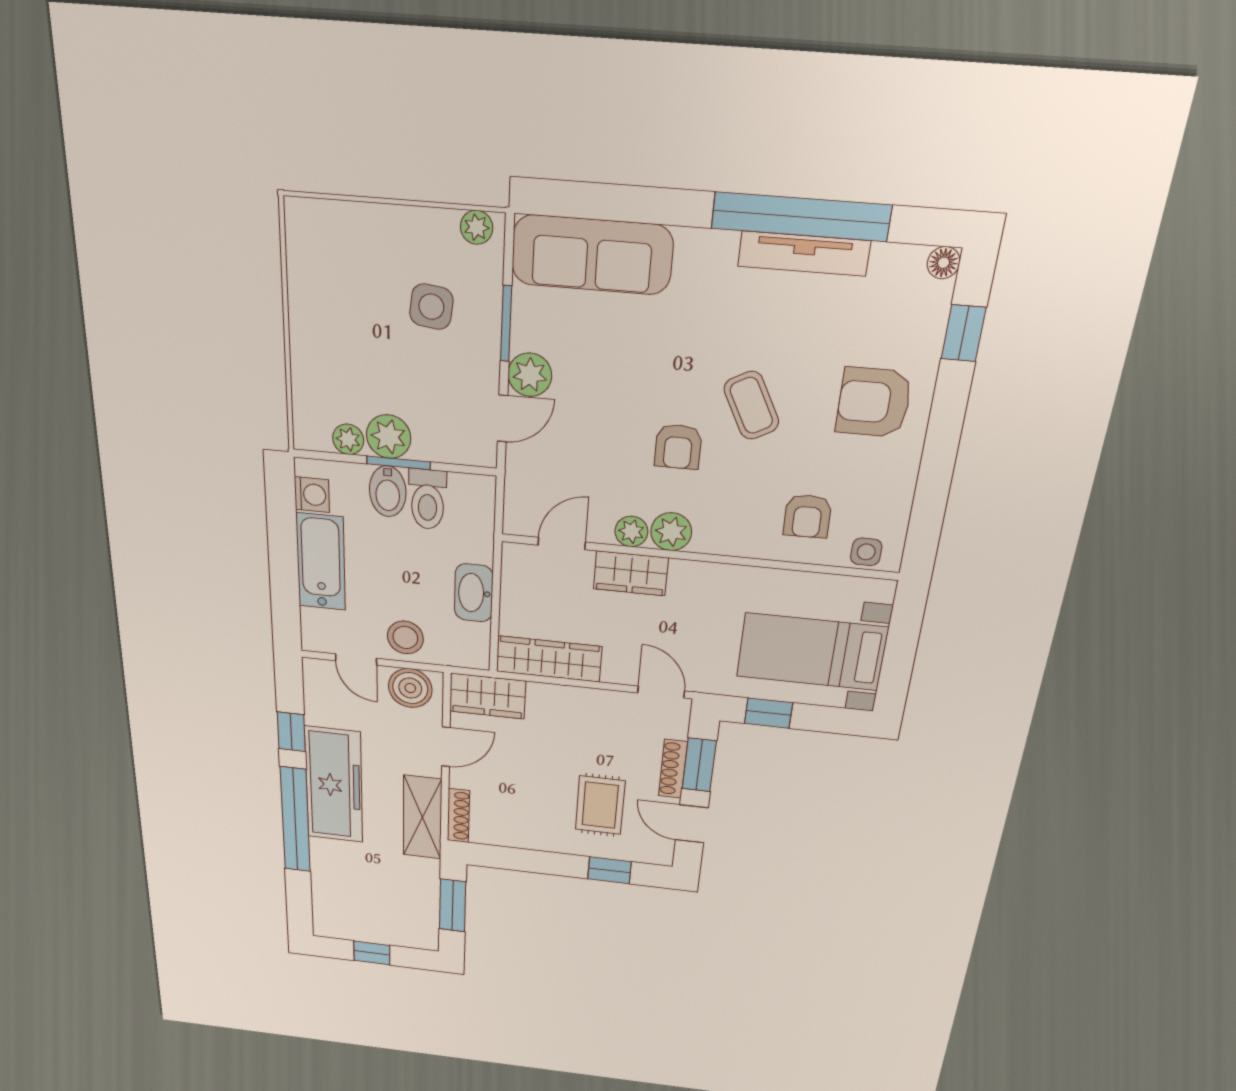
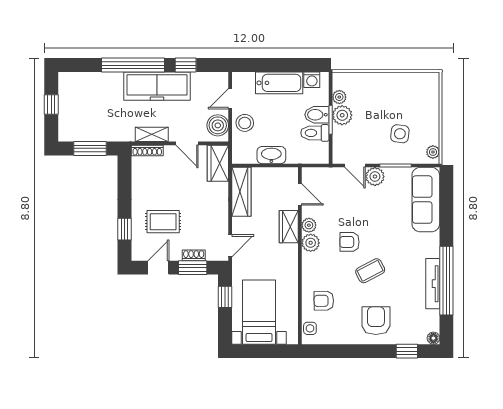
shoe rack: (673, 769) -> (194, 255), width x0.70
shelving: (422, 817) -> (152, 134), width x0.67, depth x0.75

